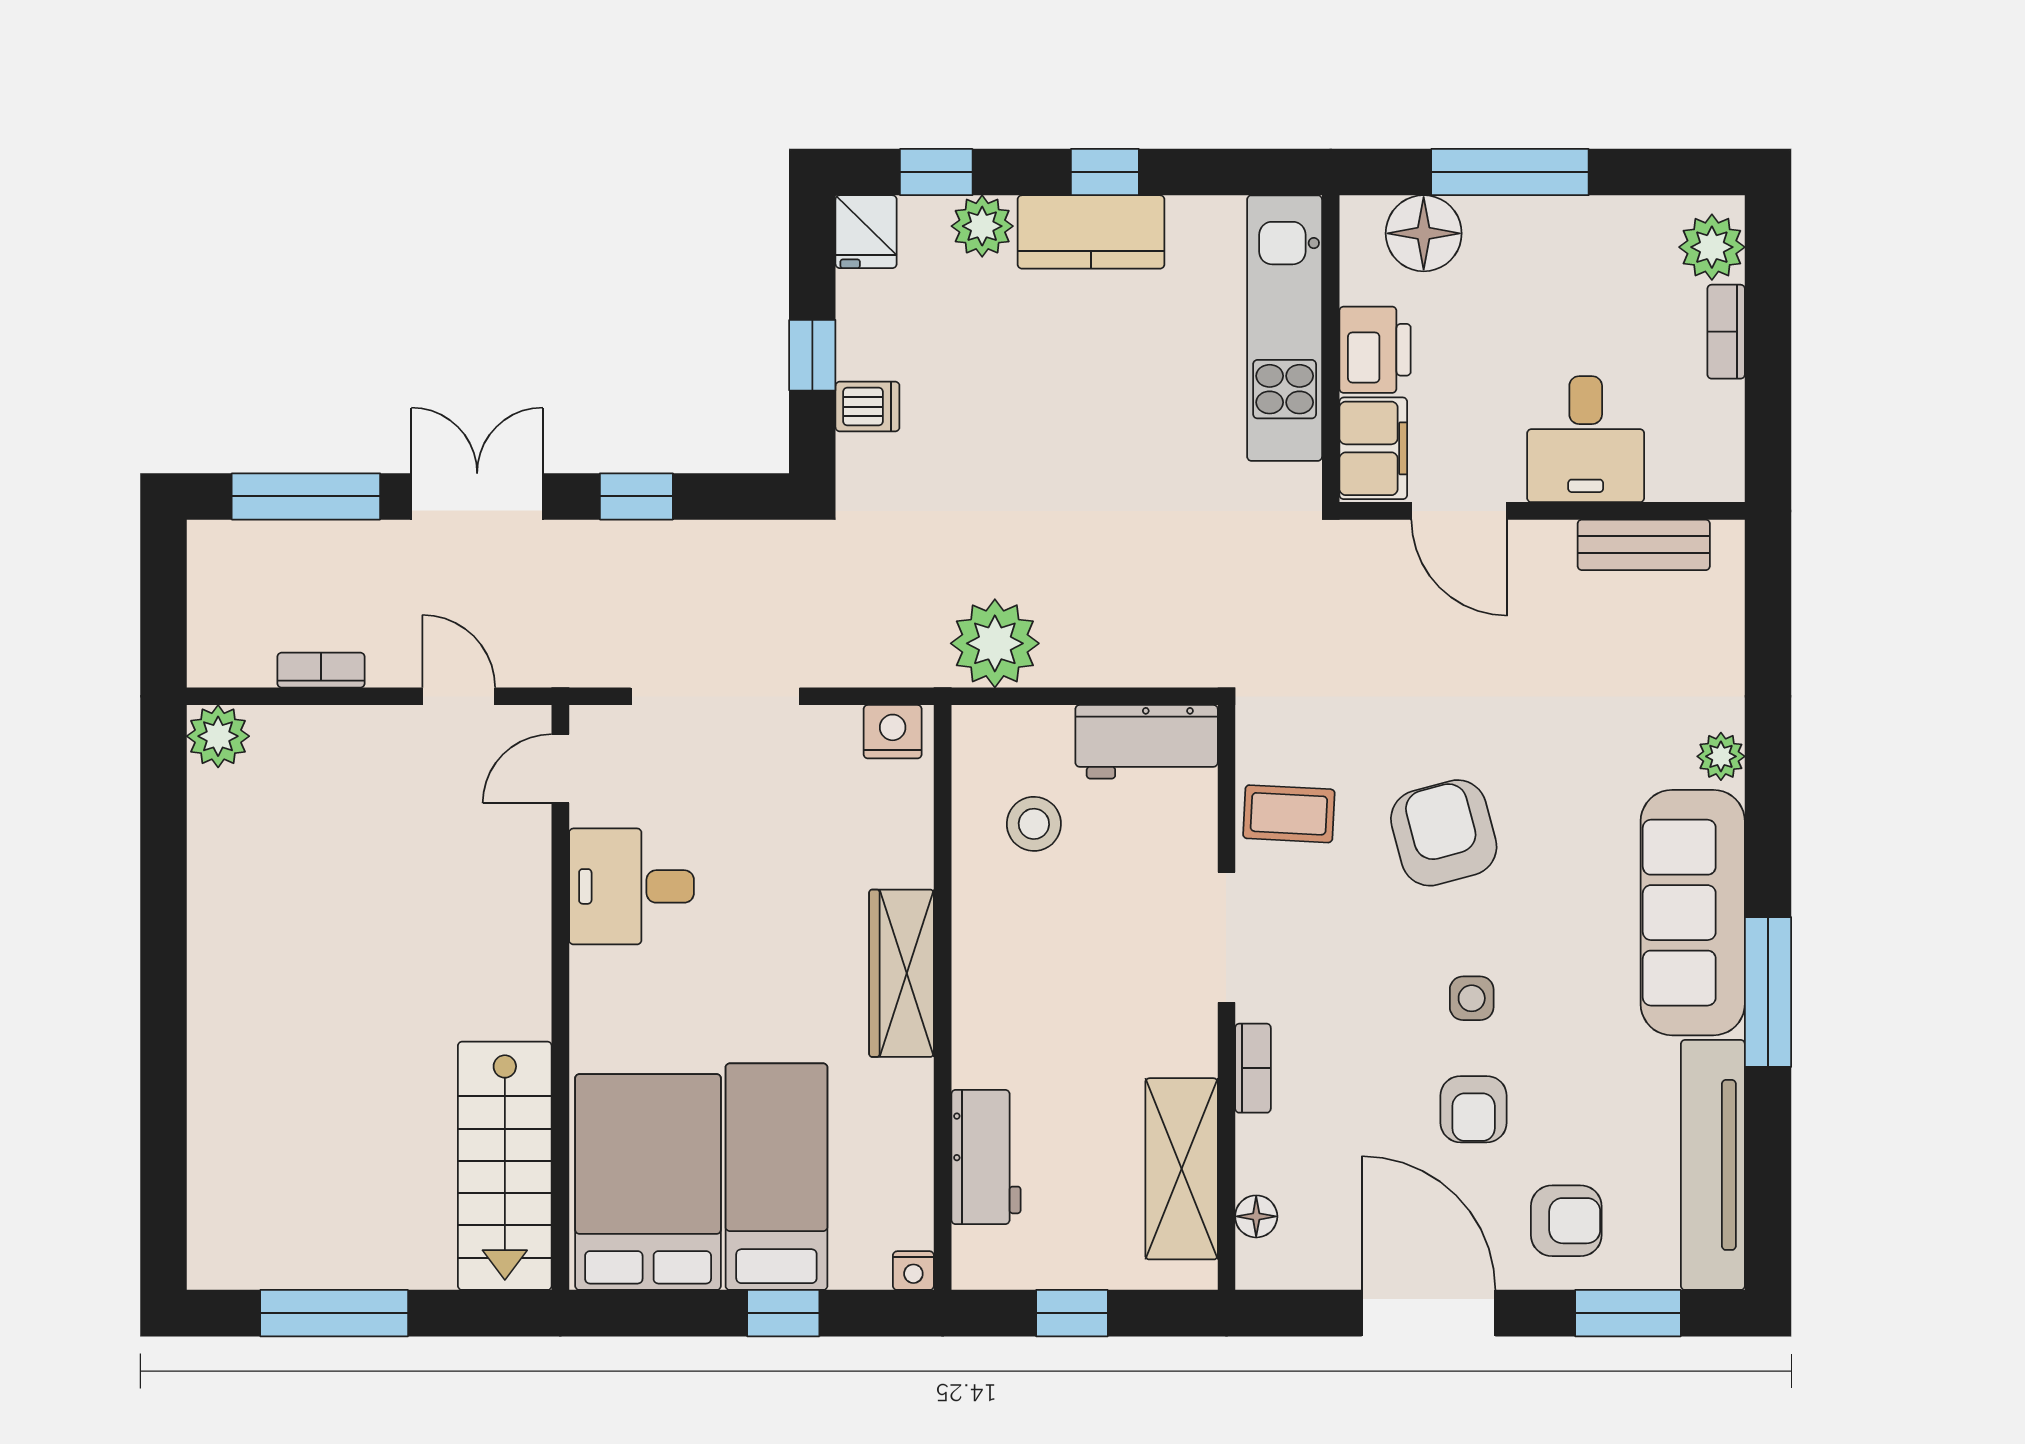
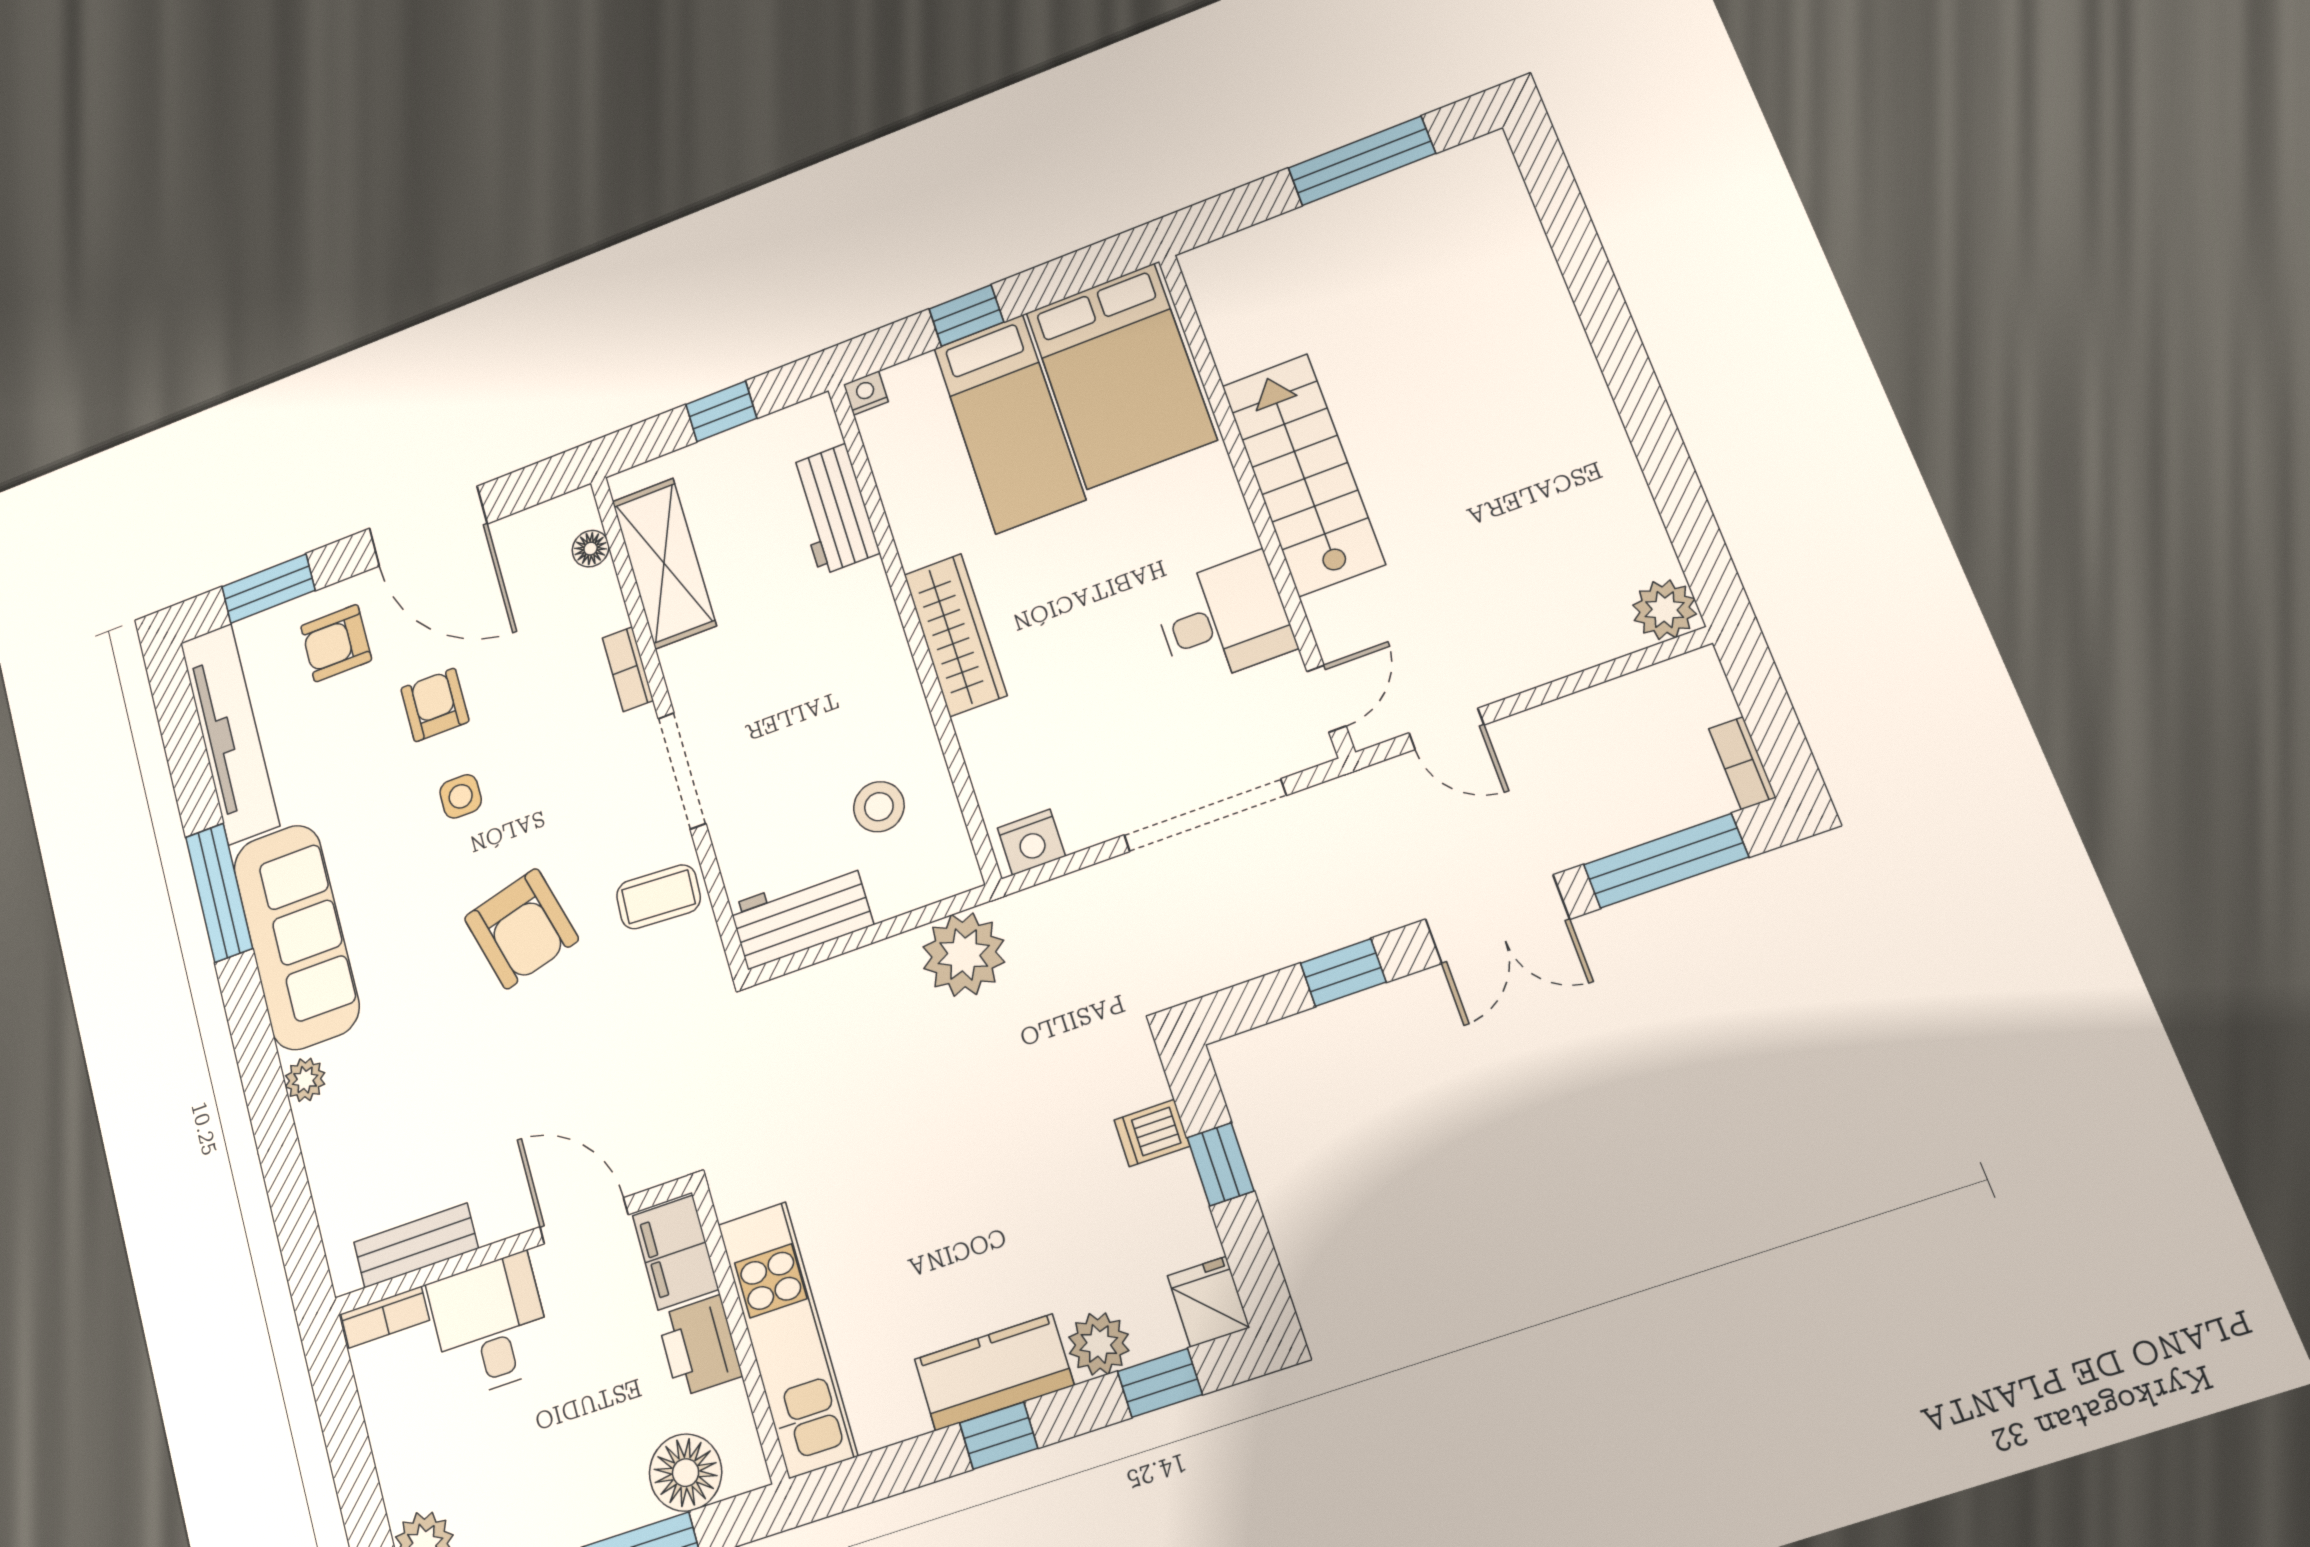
bookcase: (1726, 332) -> (385, 1317), moved, turned 90
bookcase: (321, 670) -> (1742, 763), moved, turned 90
stairs: (505, 1166) -> (1303, 474), moved

